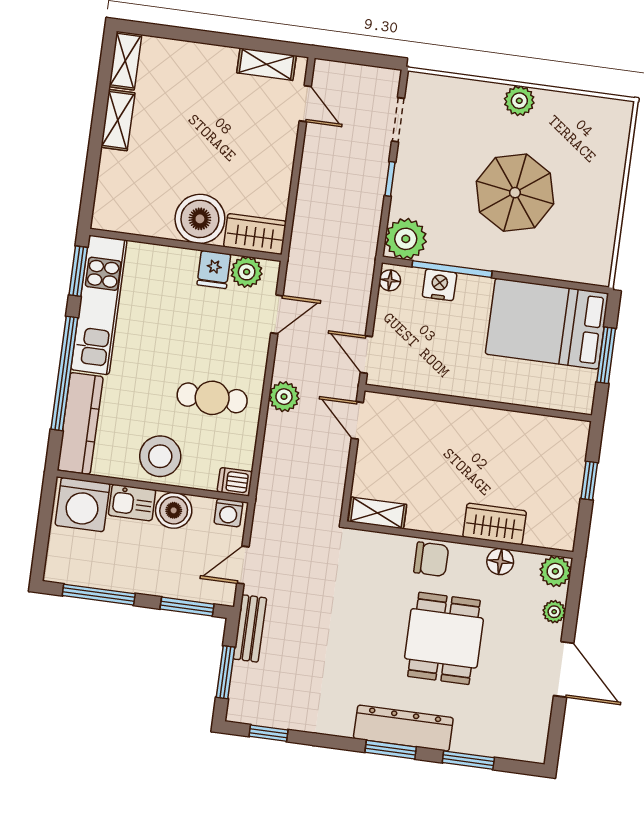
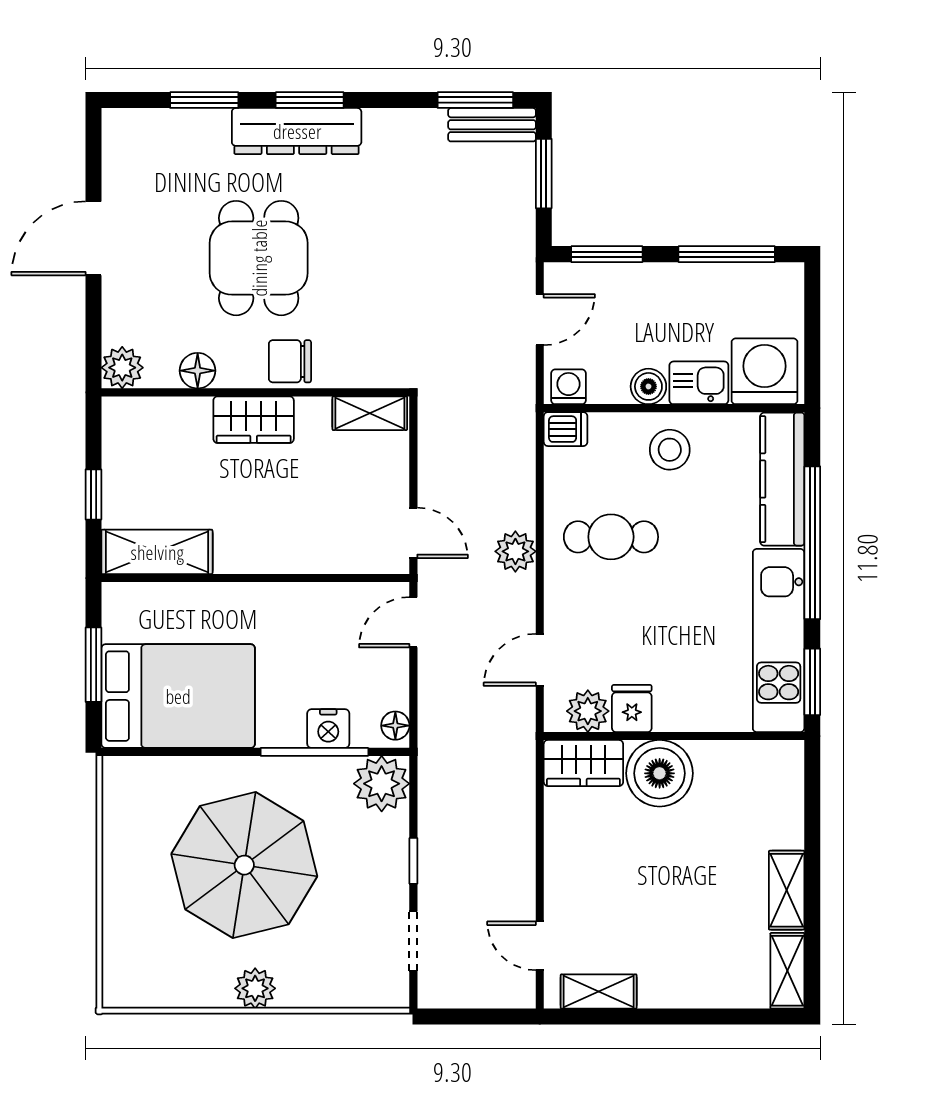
parasol: (515, 193) -> (244, 865), width x1.36, depth x1.36
door: (366, 355) -> (413, 622), swing flipped
shelving: (548, 432) -> (157, 552), added
stool: (160, 456) -> (670, 450), width x0.73, depth x0.73
boiler: (174, 510) -> (648, 386), width x0.73, depth x0.73
wardrobe: (495, 524) -> (254, 420), moved
plant: (554, 612) -> (117, 313), removed
bench: (250, 628) -> (492, 125), moved, turned 90
door: (564, 669) -> (93, 238), hinge flipped
window: (269, 733) -> (475, 100), width x1.50

